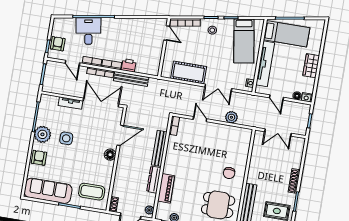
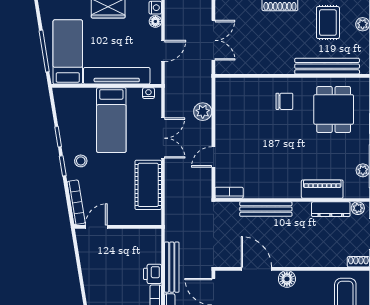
bed: (244, 41) -> (111, 120), moved, turned 99
dresser: (154, 180) -> (331, 209), moved

